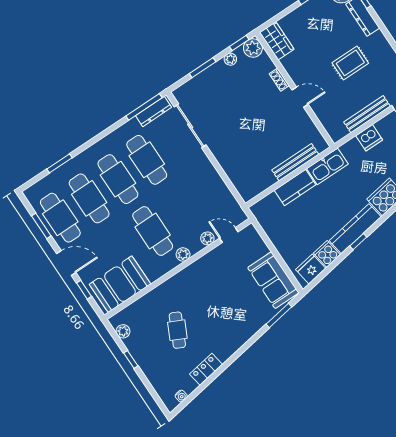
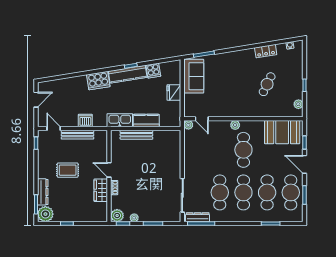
wardrobe: (277, 41) -> (101, 190), moved
plant: (207, 238) -> (188, 125), moved
fridge: (311, 269) -> (174, 92), moved, turned 99

